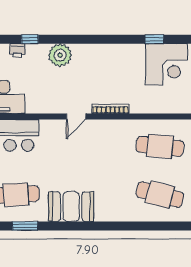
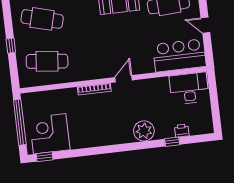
window: (154, 39) -> (45, 157), moved

